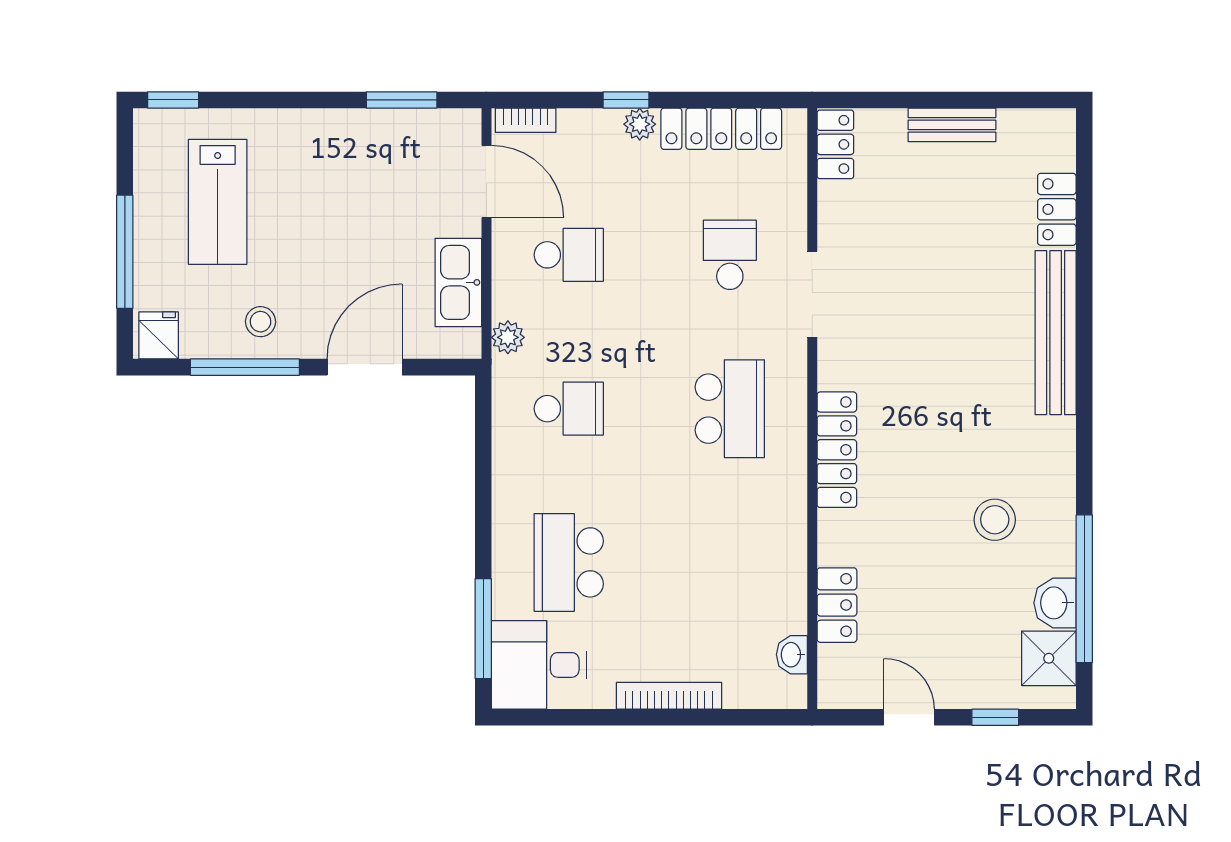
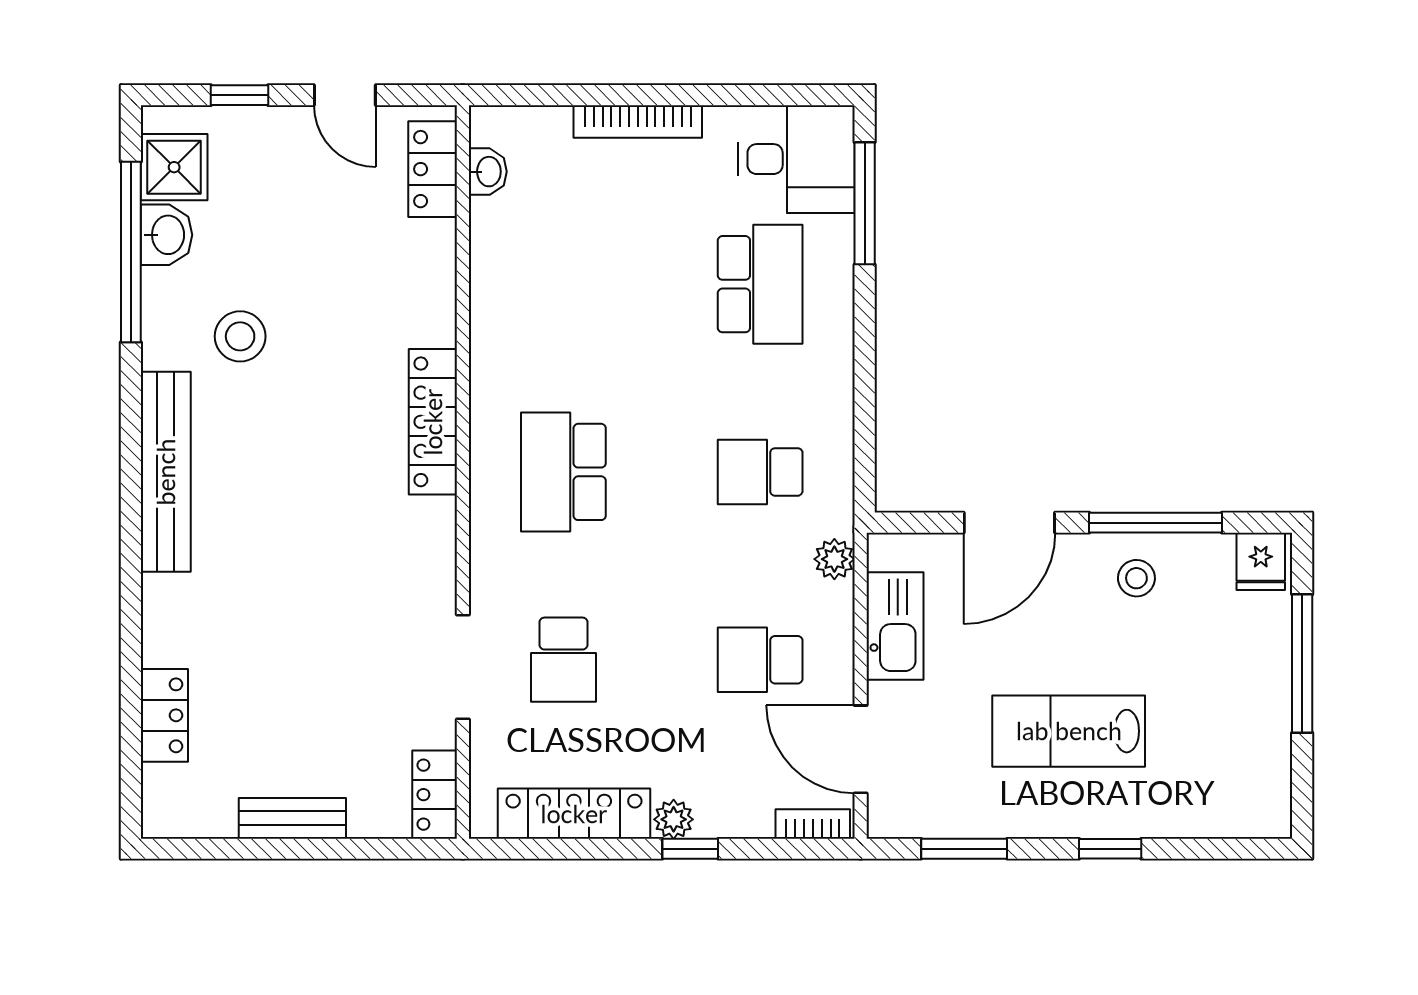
window: (173, 100) -> (1110, 849), moved
lab bench: (218, 202) -> (1069, 731), moved, turned -90
doorway: (812, 294) -> (463, 667), moved
bench: (1056, 333) -> (166, 472), moved
locker: (837, 605) -> (433, 169), moved

